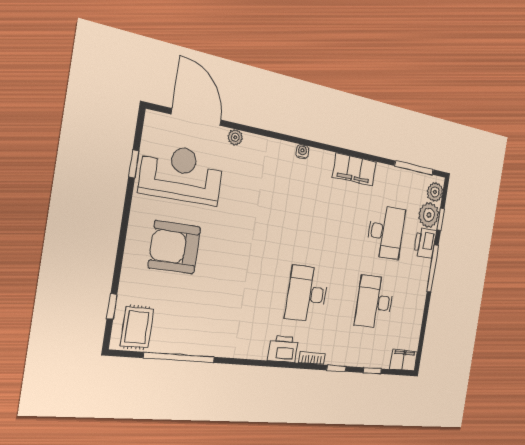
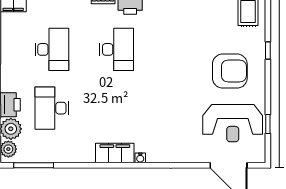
plant: (235, 137) -> (197, 157), removed
filing cabinet: (354, 169) -> (115, 153), moved
window: (112, 306) -> (268, 51), moved

